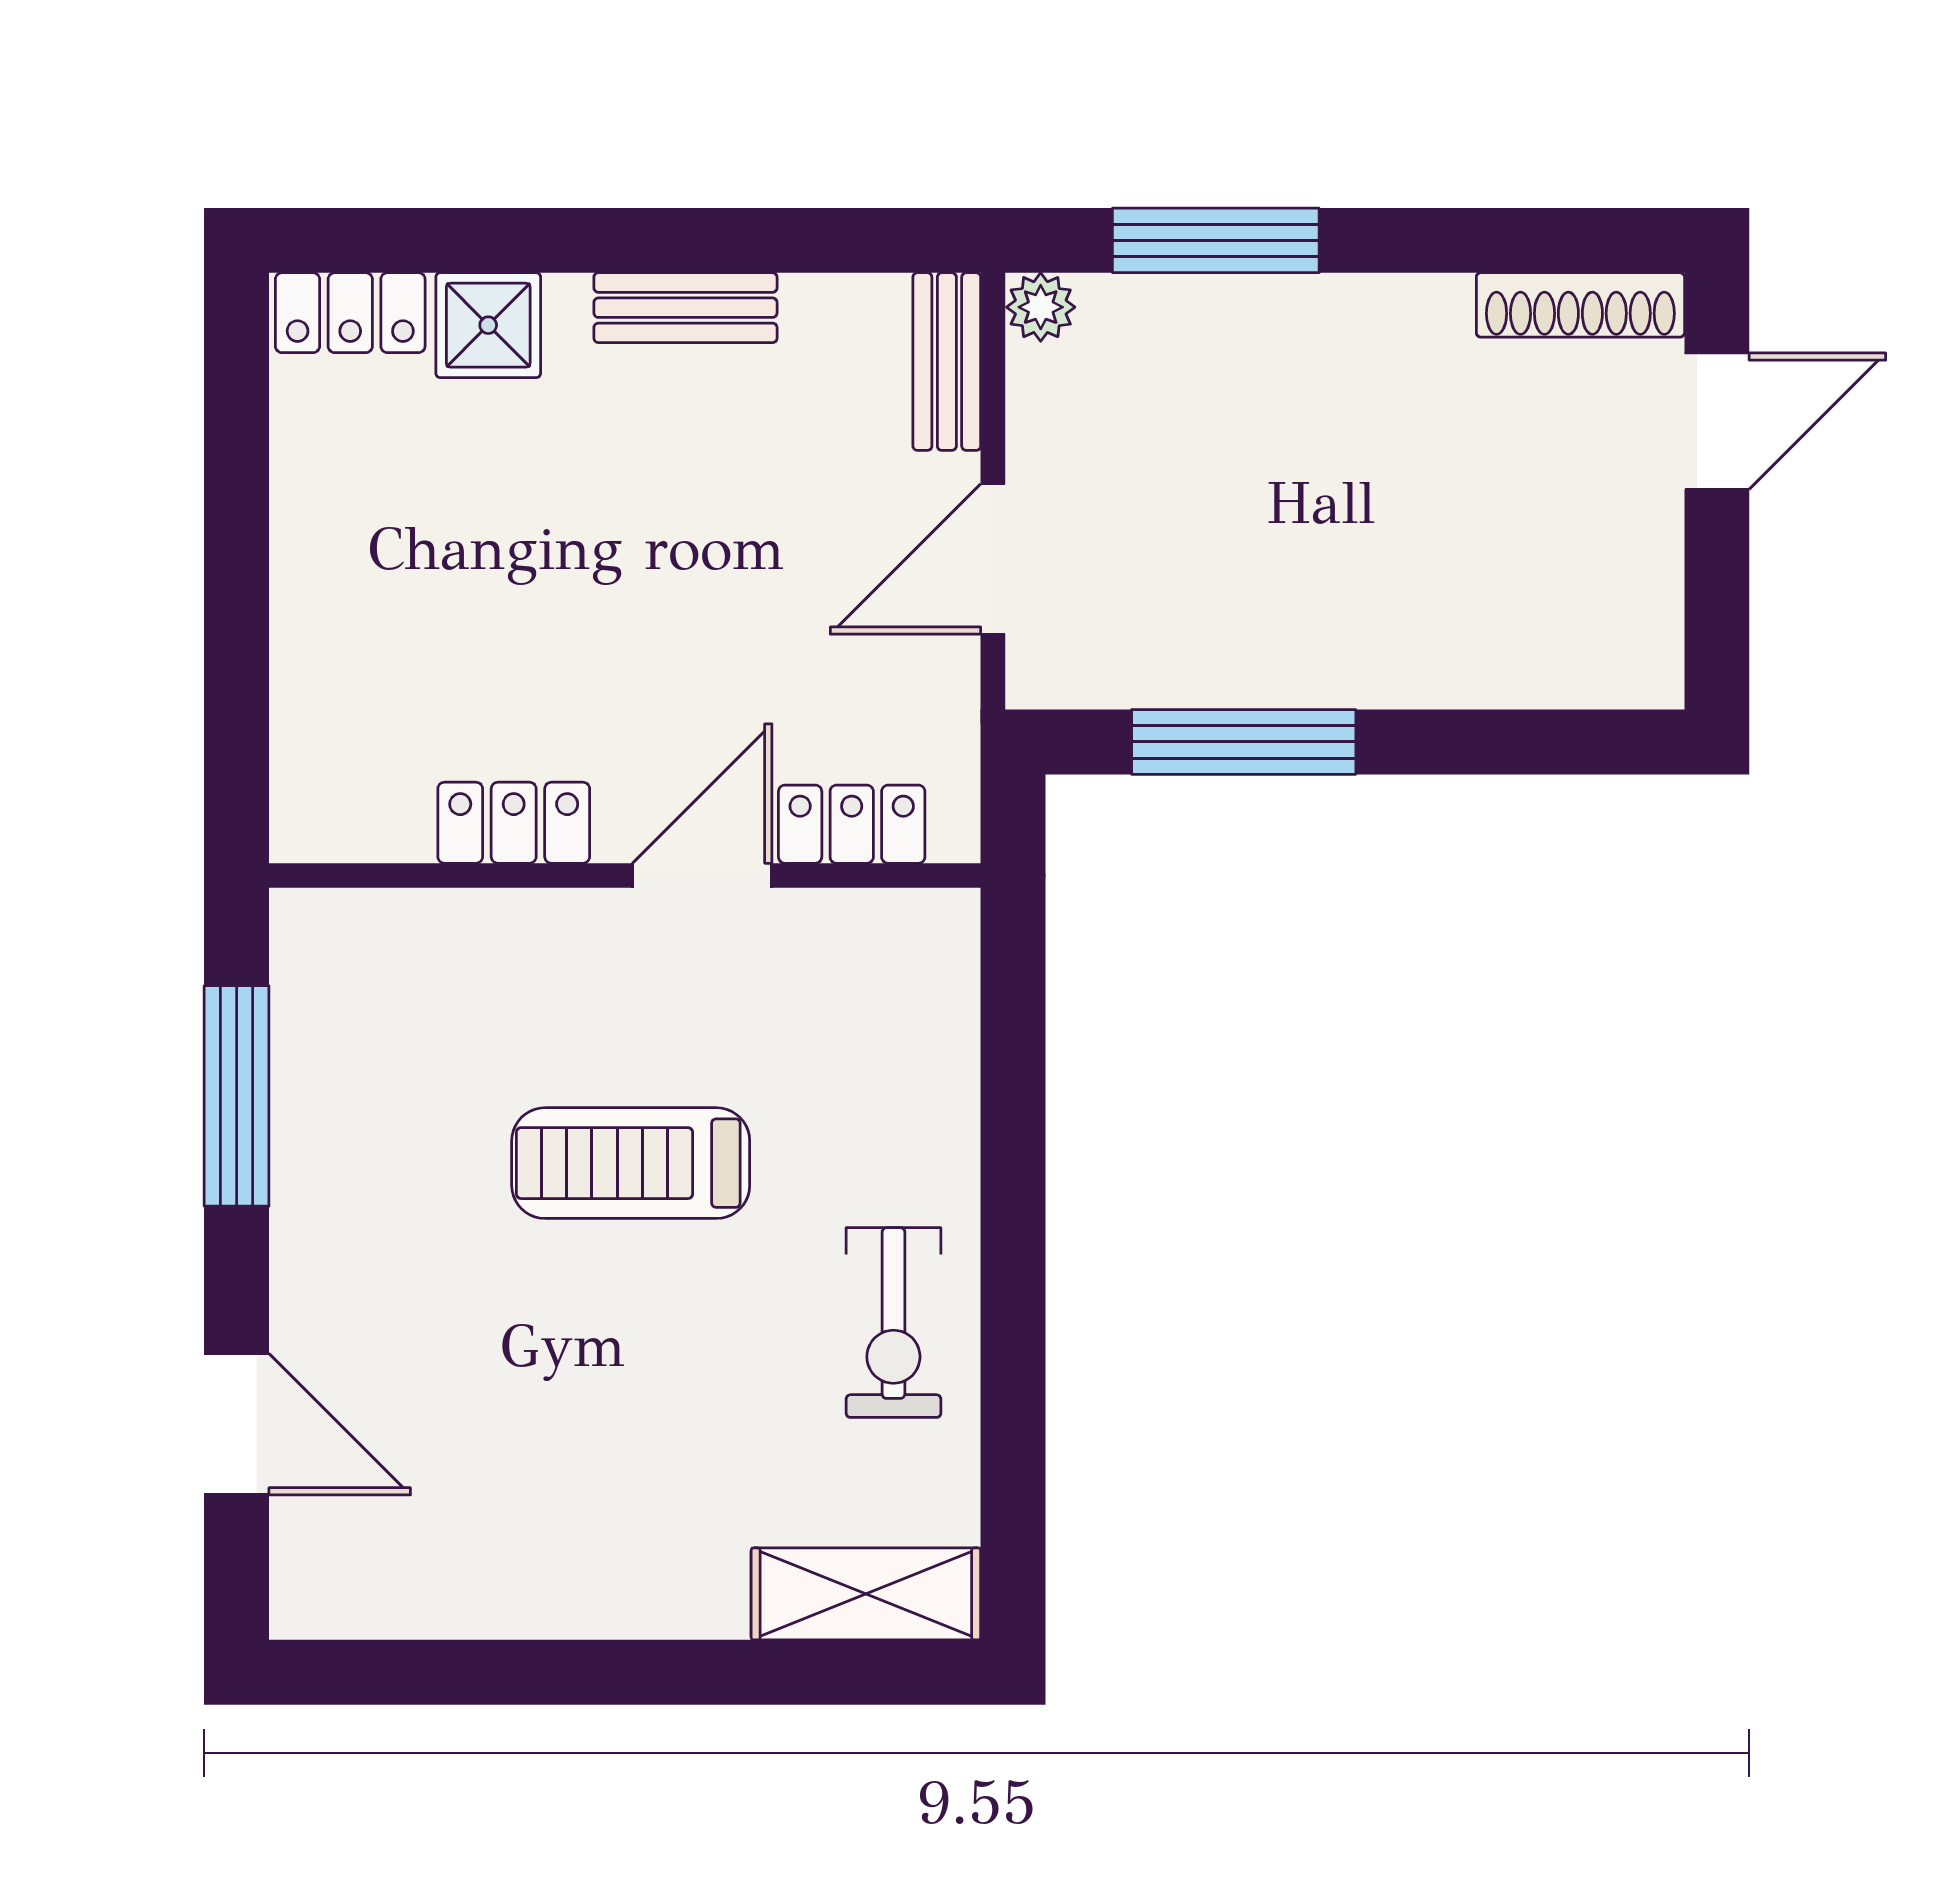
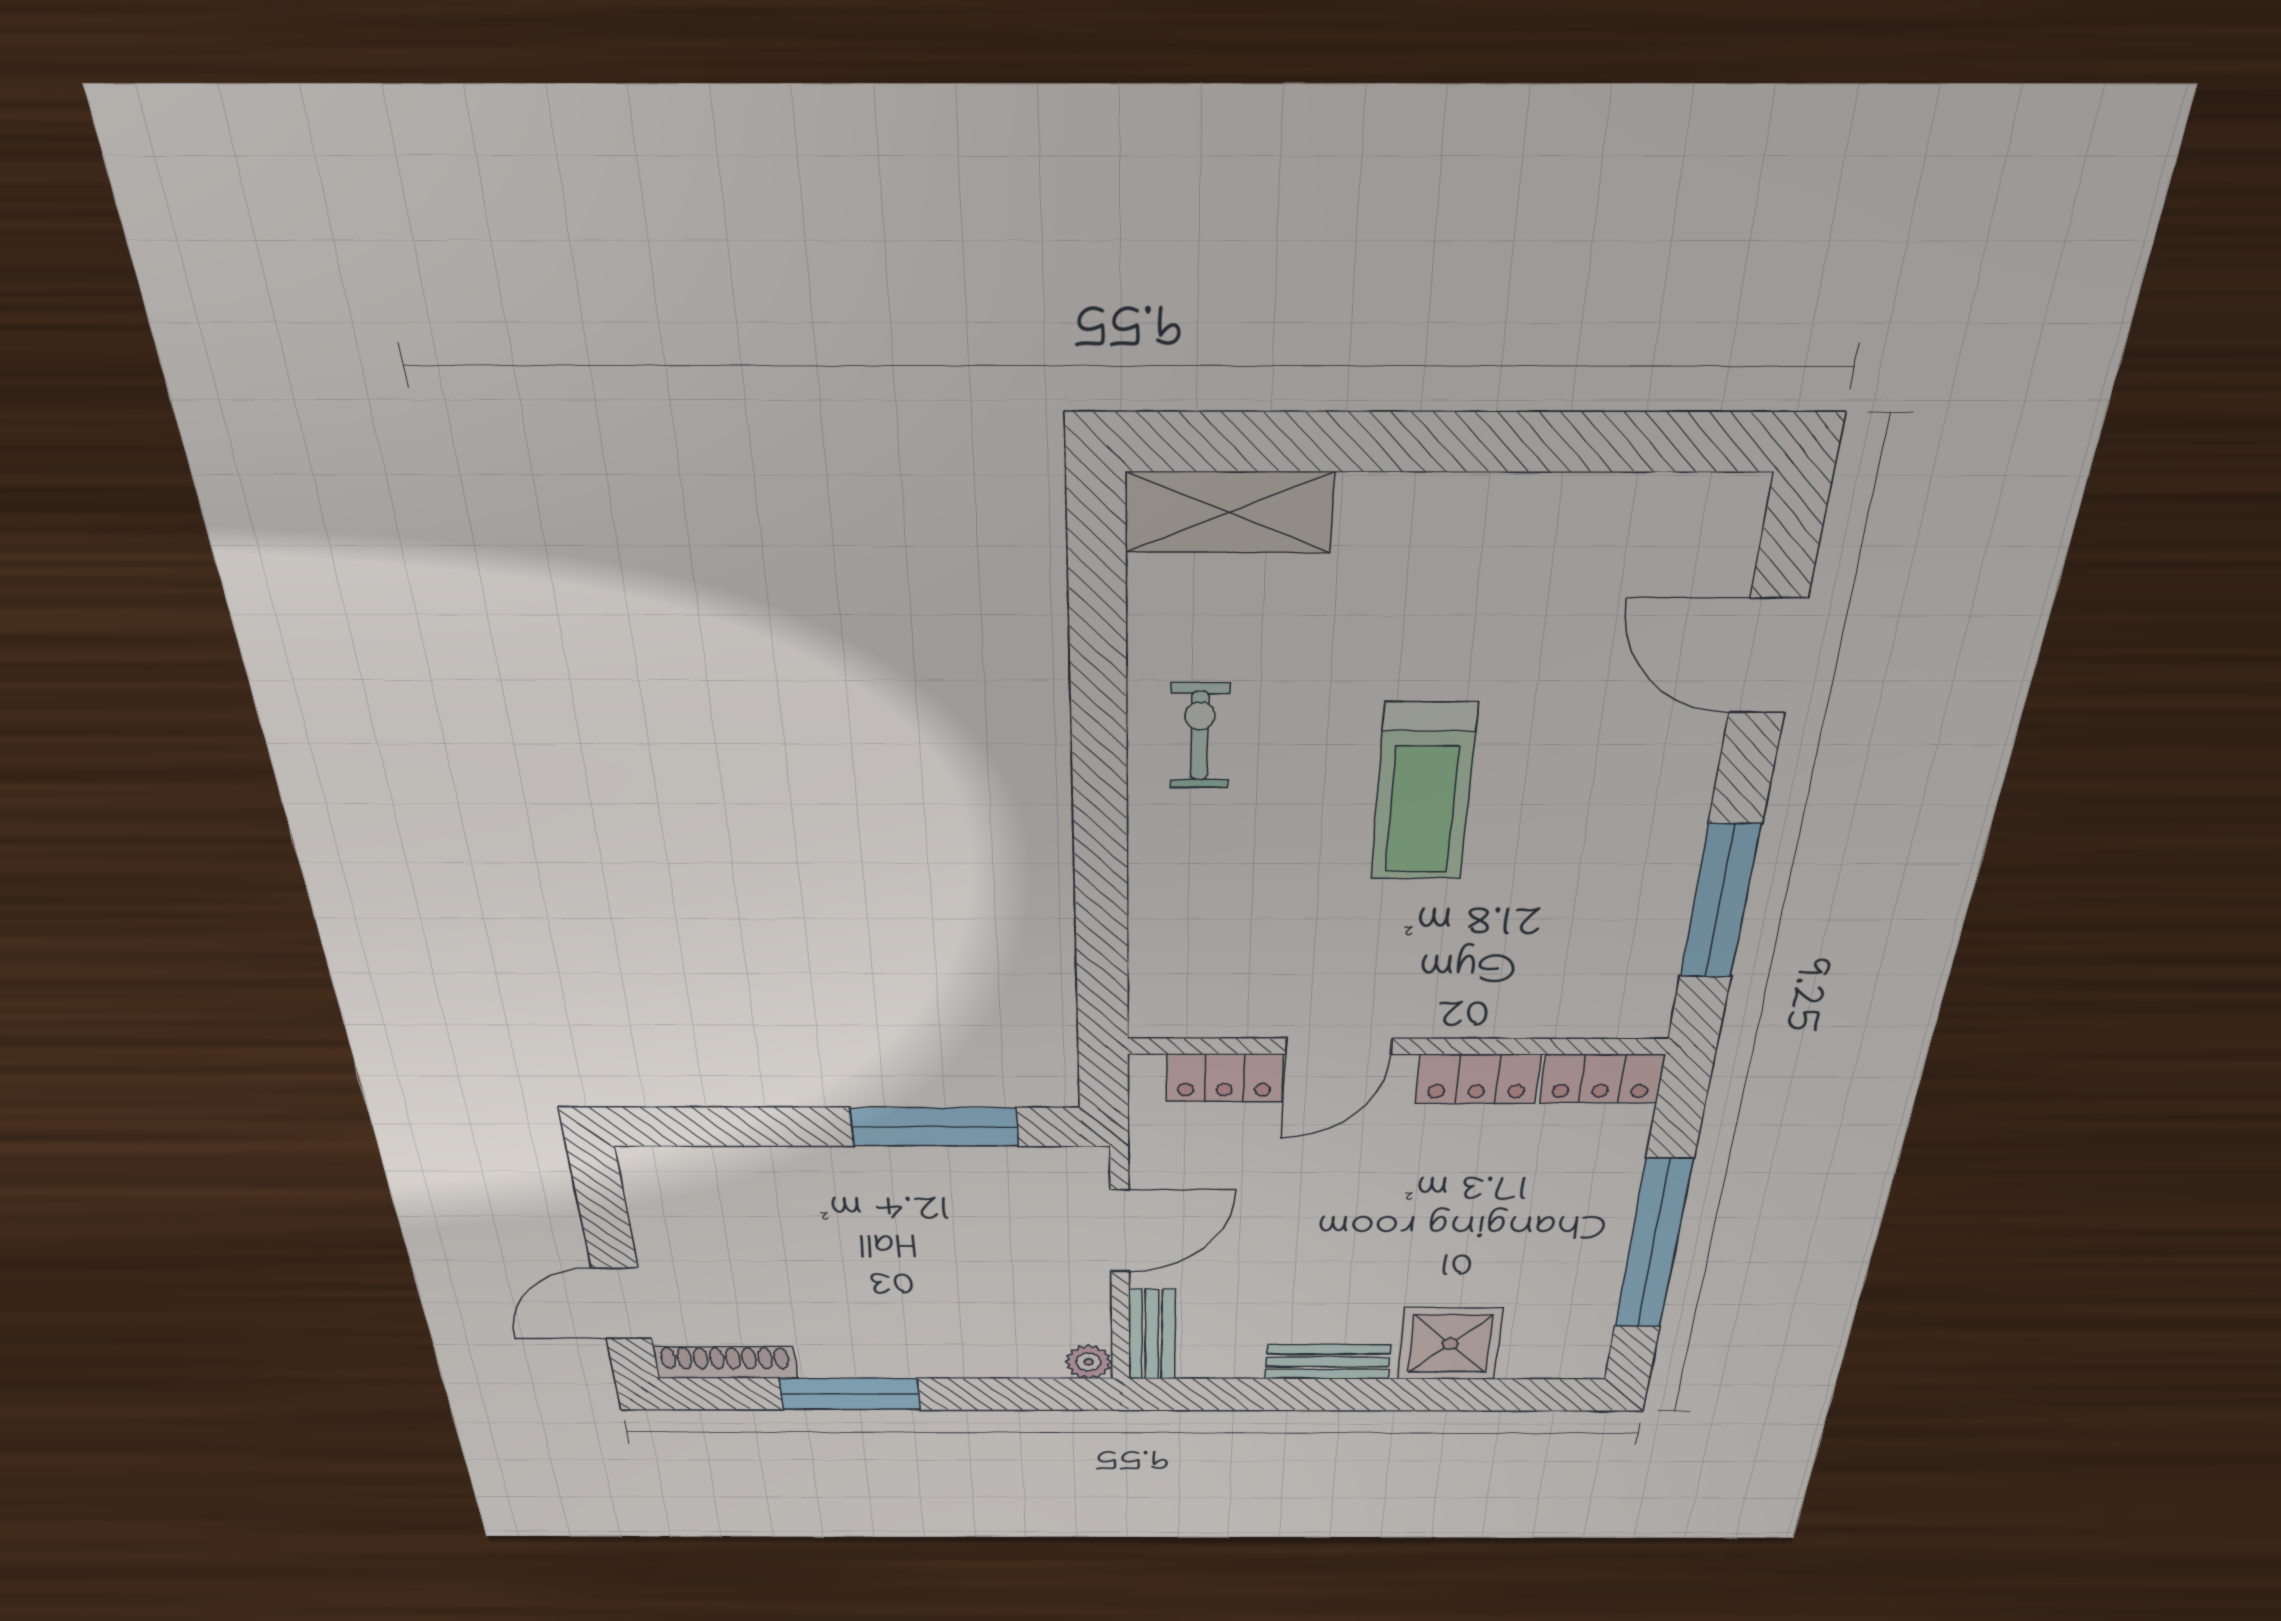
window: (1216, 240) -> (850, 1394), moved
locker: (350, 313) -> (1602, 1079), moved, turned 180
shower: (488, 325) -> (1450, 1344), width x1.36, depth x1.36
window: (237, 535) -> (1653, 1245), added
treadmill: (631, 1163) -> (1423, 792), moved, turned 90
exercise bike: (893, 1323) -> (1200, 736), width x0.73, depth x0.72

